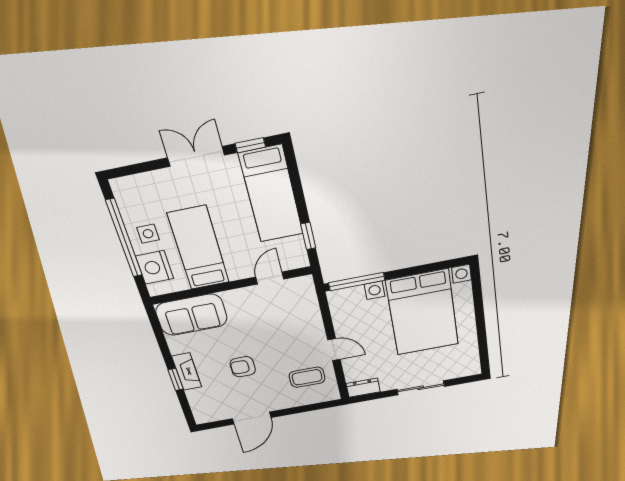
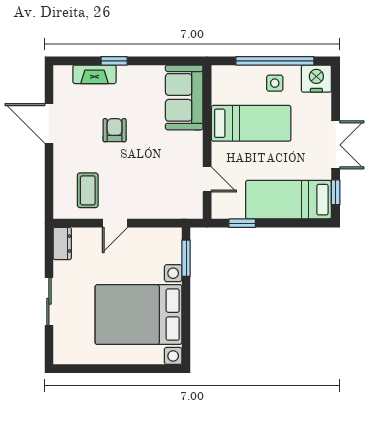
nightstand: (155, 267) -> (316, 79), moved
window: (357, 282) -> (186, 258), width x0.69
fireplace: (187, 372) -> (94, 74), moved

